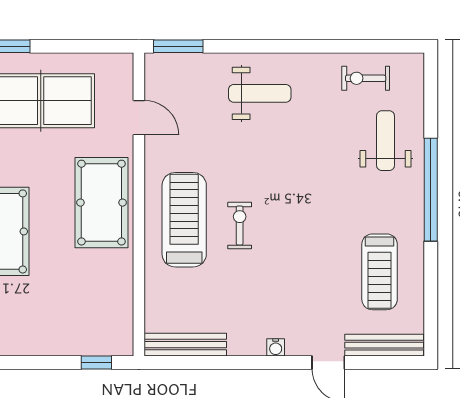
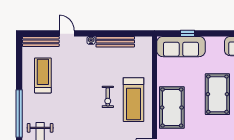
sofa: (82, 334) -> (181, 47), added
bench: (185, 345) -> (115, 42), moved
window: (96, 363) -> (187, 33), moved

